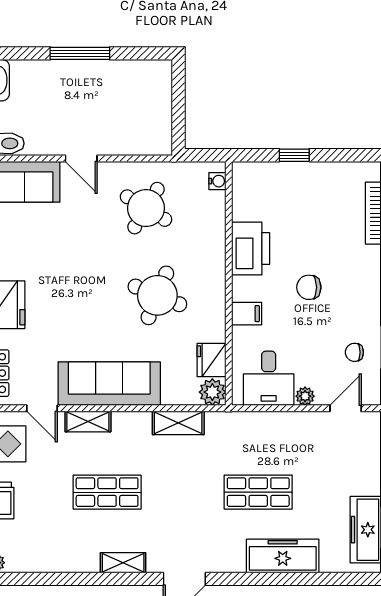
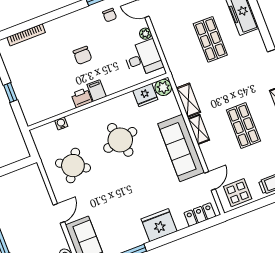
water cooler: (217, 181) -> (61, 123), moved
printer: (251, 249) -> (82, 98), width x0.53, depth x0.68
round table: (157, 295) -> (120, 140), turned -35
filing cabinet: (247, 314) -> (97, 91), moved
shelving: (88, 422) -> (199, 129), moved

